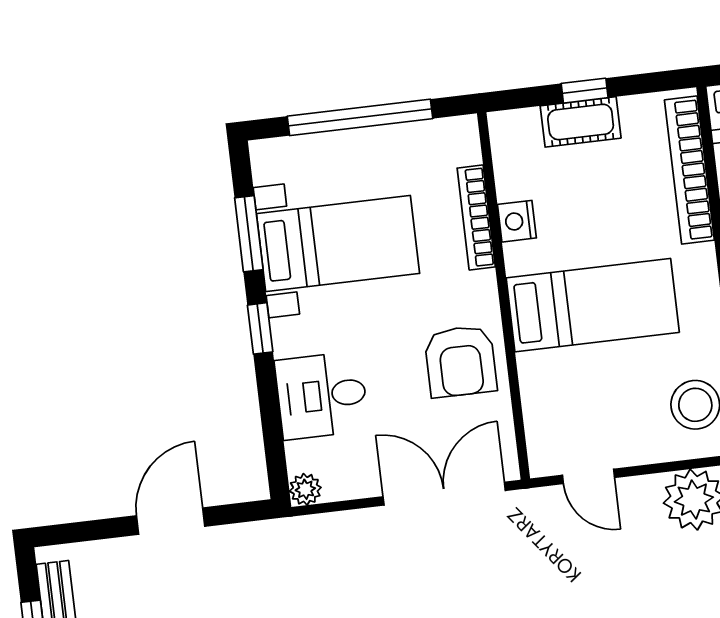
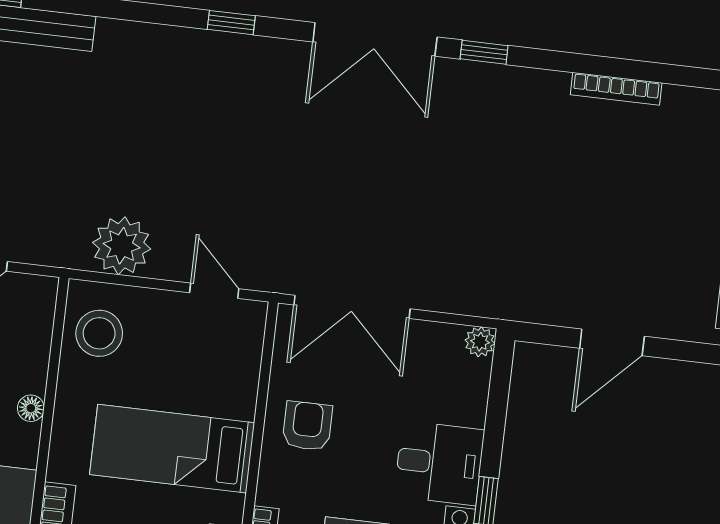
armchair: (461, 361) -> (307, 426), width x0.72, depth x0.72
desk: (322, 395) -> (439, 463), moved

